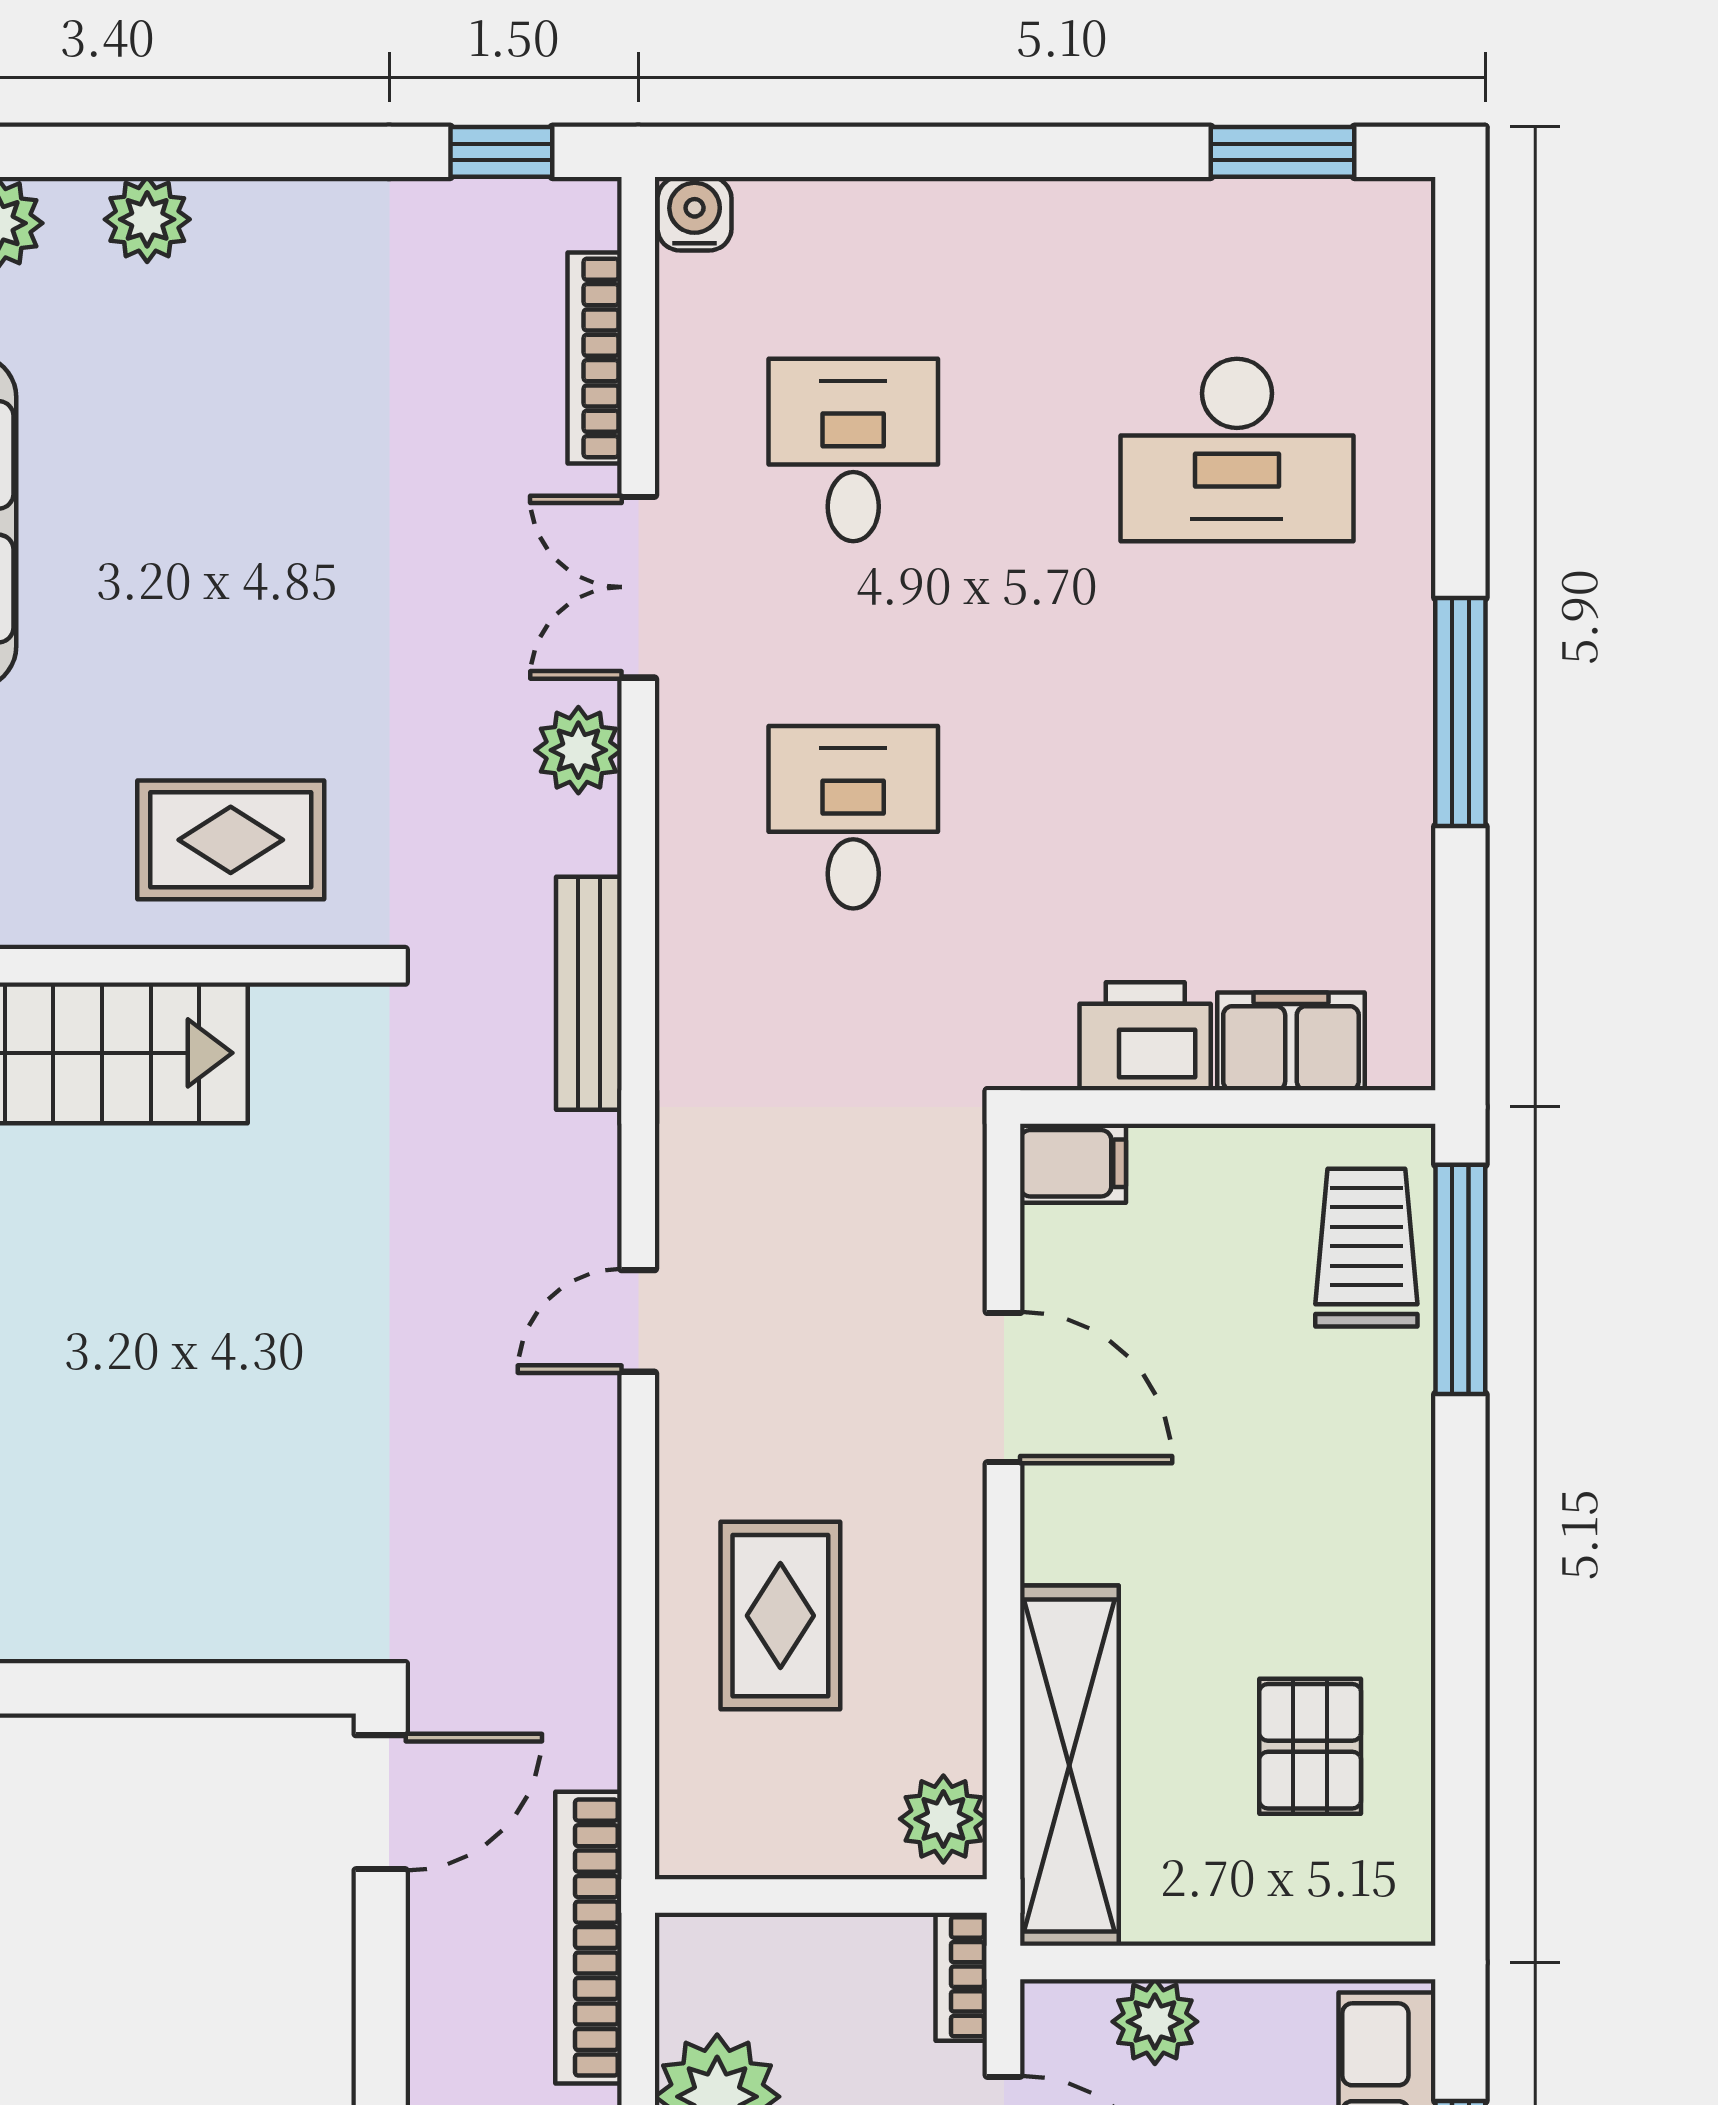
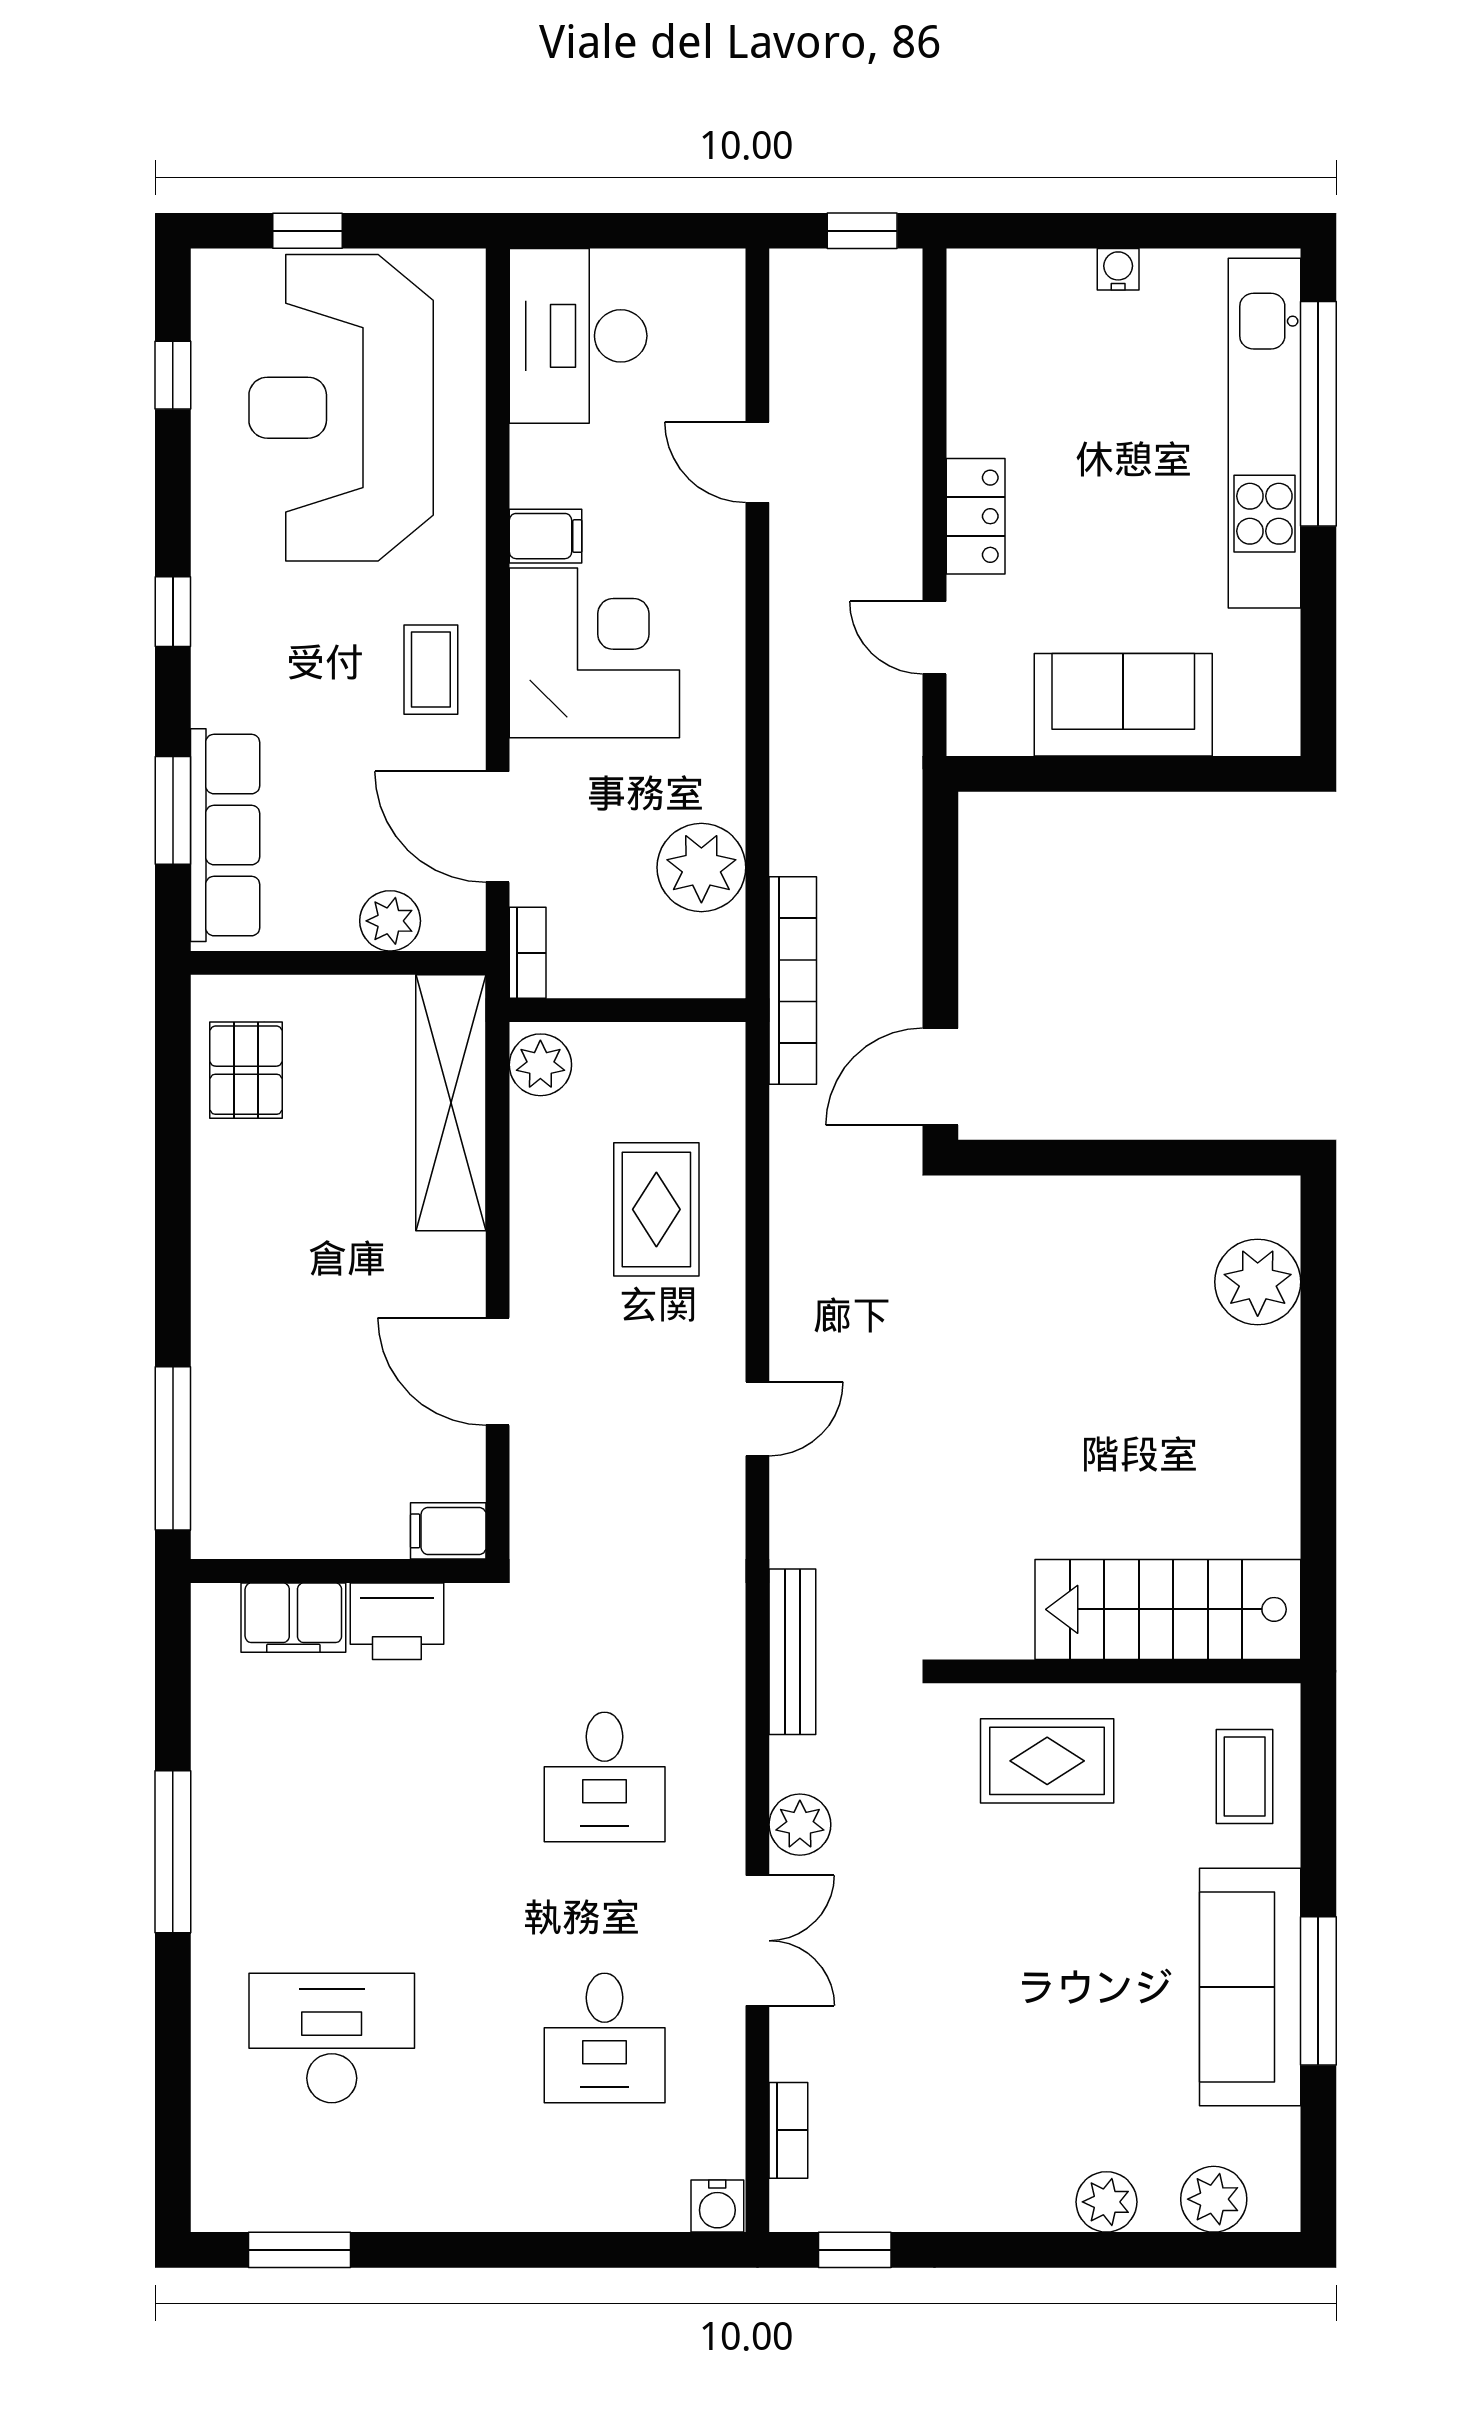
bookcase: (595, 358) -> (788, 2130), width x0.64
trolley: (1366, 1248) -> (240, 1471), removed
pallet: (1310, 1746) -> (246, 1070), moved

